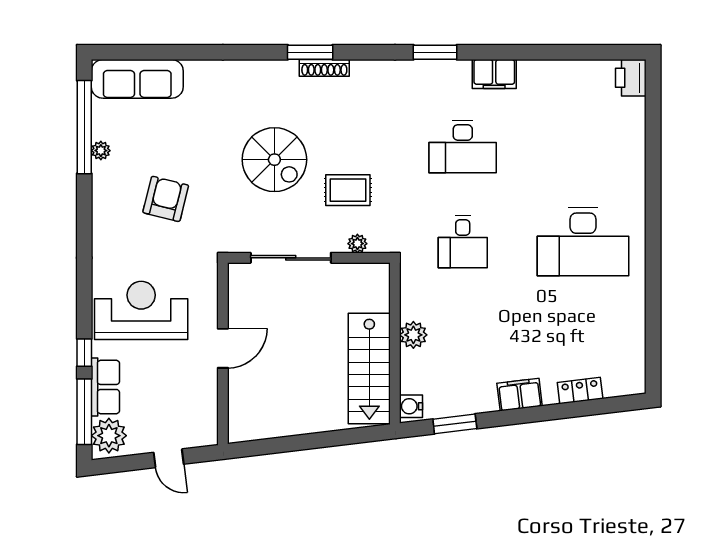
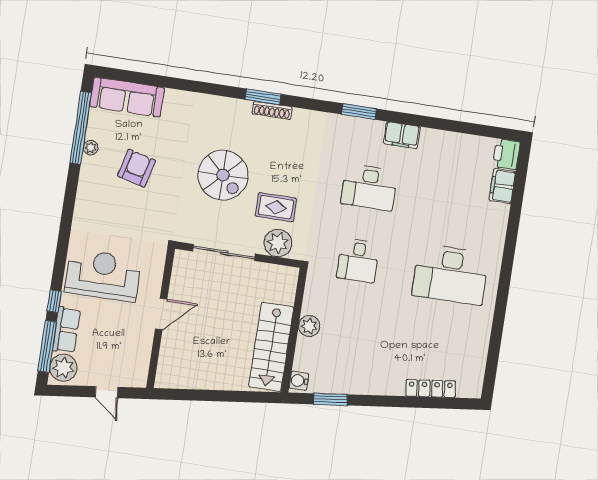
armchair: (166, 199) -> (136, 168), moved
plant: (357, 244) -> (278, 243), width x1.87, depth x1.87
locker: (580, 391) -> (431, 389), width x1.53
filing cabinet: (520, 395) -> (502, 186), moved, turned -83

